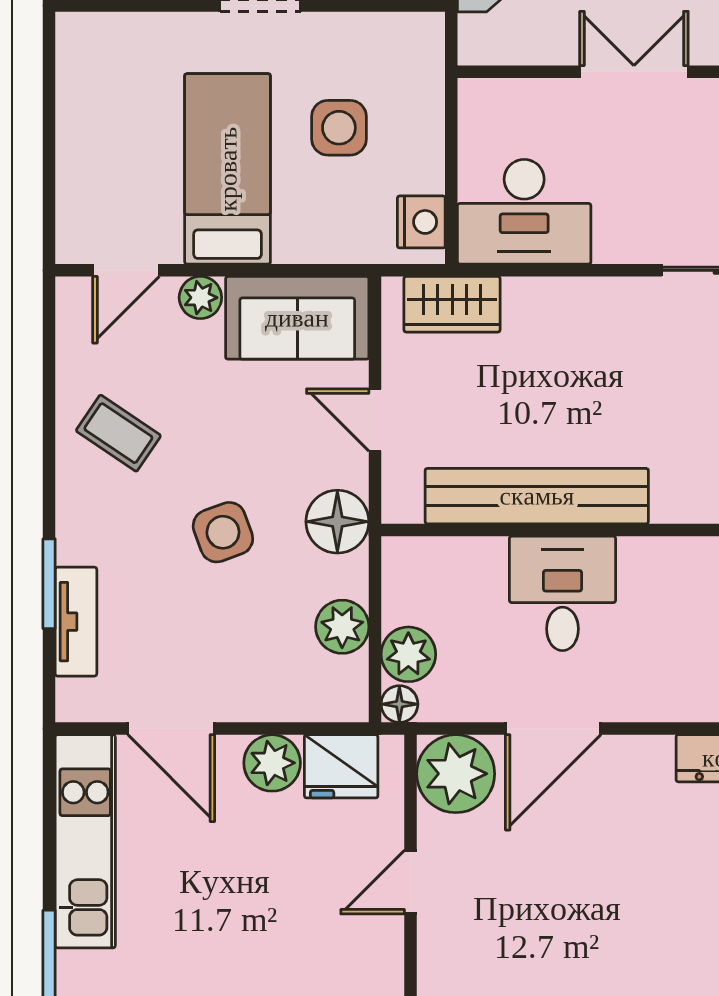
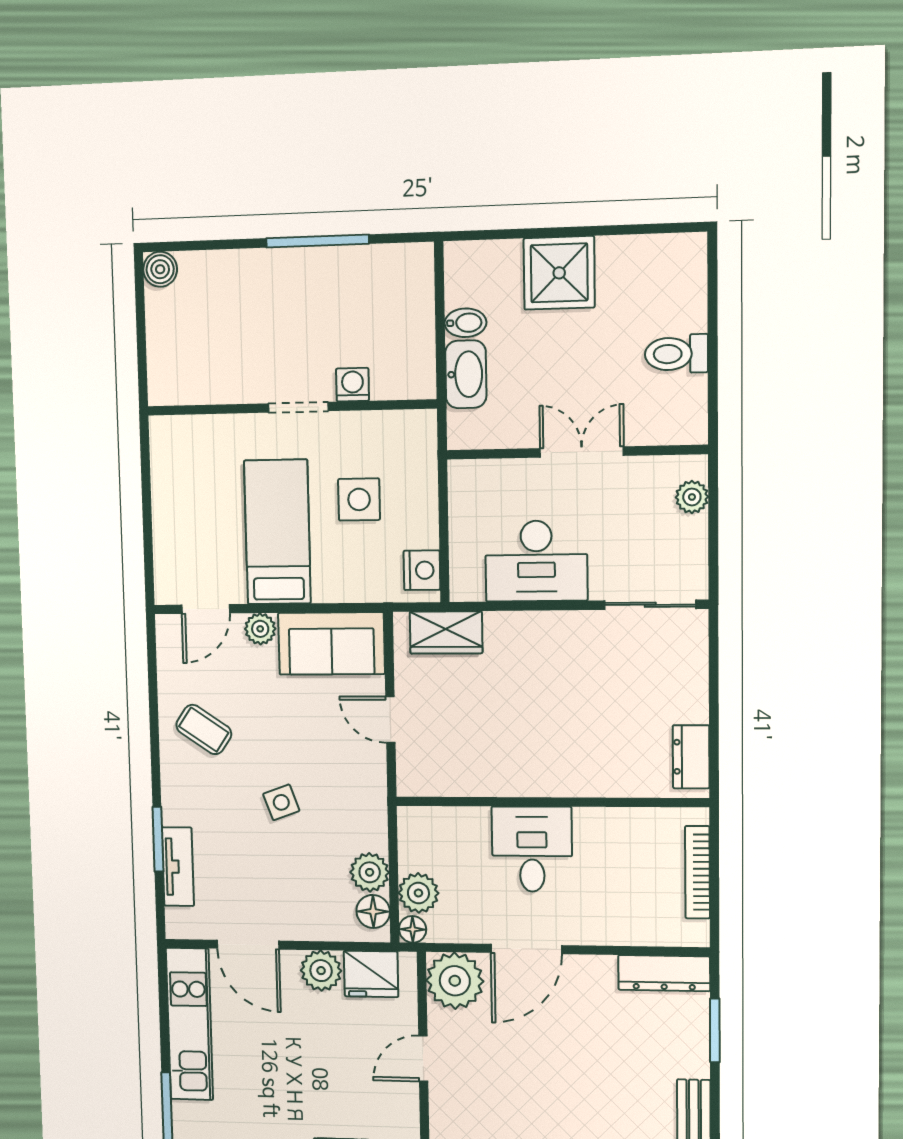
desk: (524, 212) -> (536, 561), moved
bench: (537, 496) -> (512, 777), removed
floor lamp: (337, 522) -> (373, 911), moved, width x0.73, depth x0.73
side table: (223, 532) -> (281, 802), width x0.73, depth x0.73

